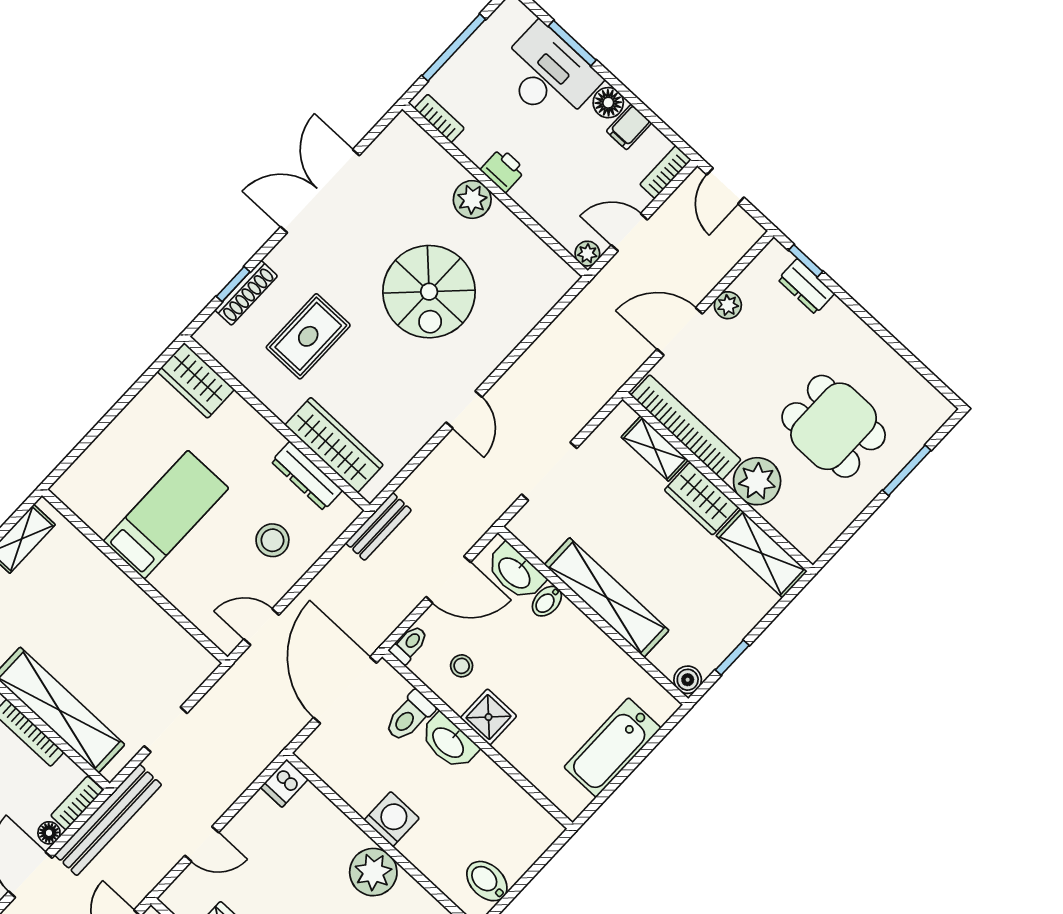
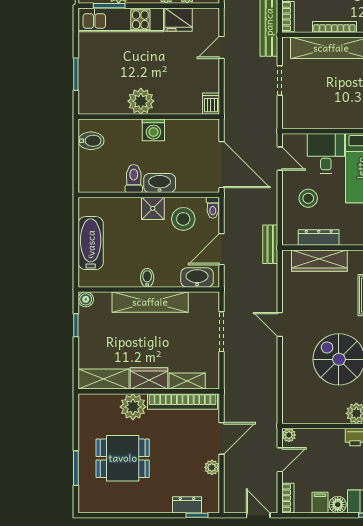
desk: (194, 578) -> (326, 153), added
bidet: (547, 601) -> (147, 278), moved
door: (261, 627) -> (280, 159), hinge flipped
stool: (462, 666) -> (183, 219), width x1.89, depth x1.89
toilet: (409, 716) -> (134, 179), moved

